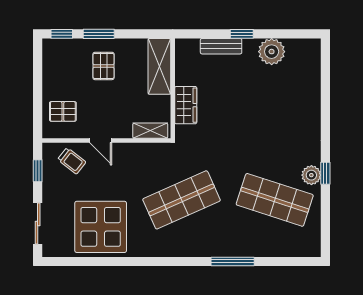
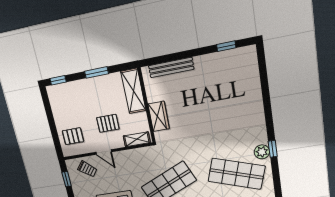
window: (99, 34) -> (97, 72), moved
window: (242, 34) -> (226, 46), moved
bench: (221, 46) -> (171, 67), width x1.36
plant: (272, 52) -> (217, 63), removed
pallet: (103, 66) -> (108, 123), moved, turned 90

